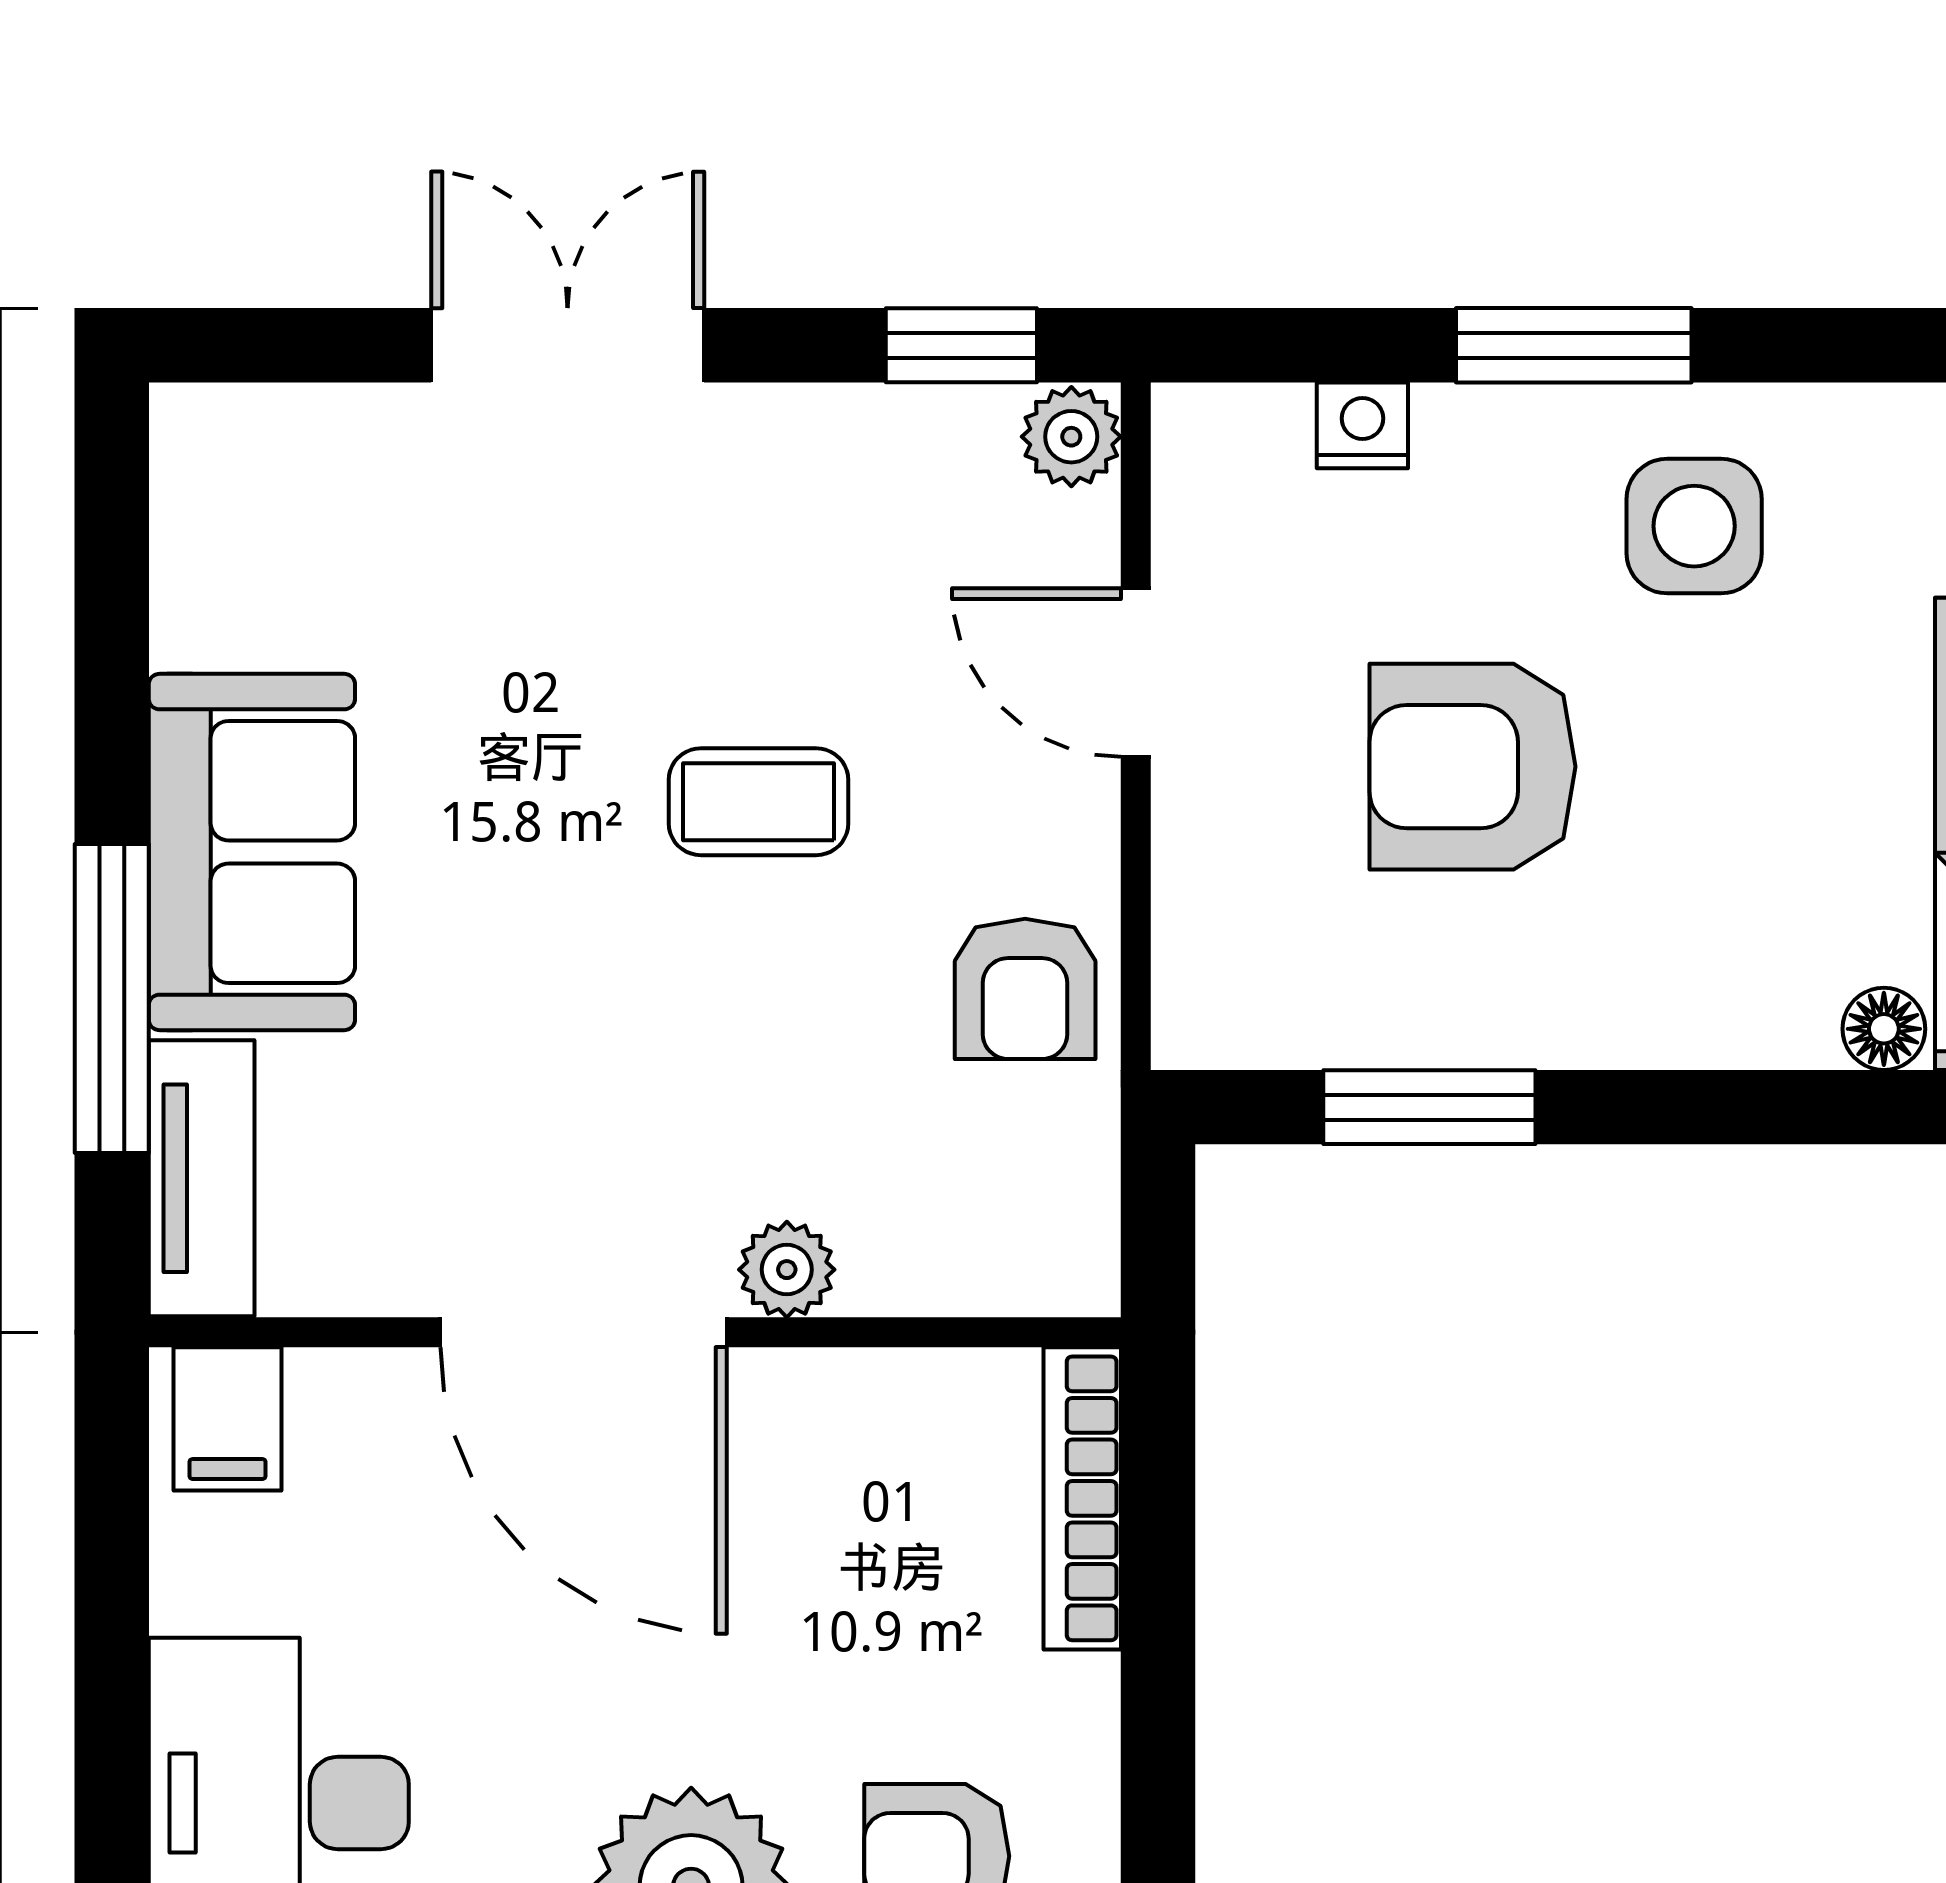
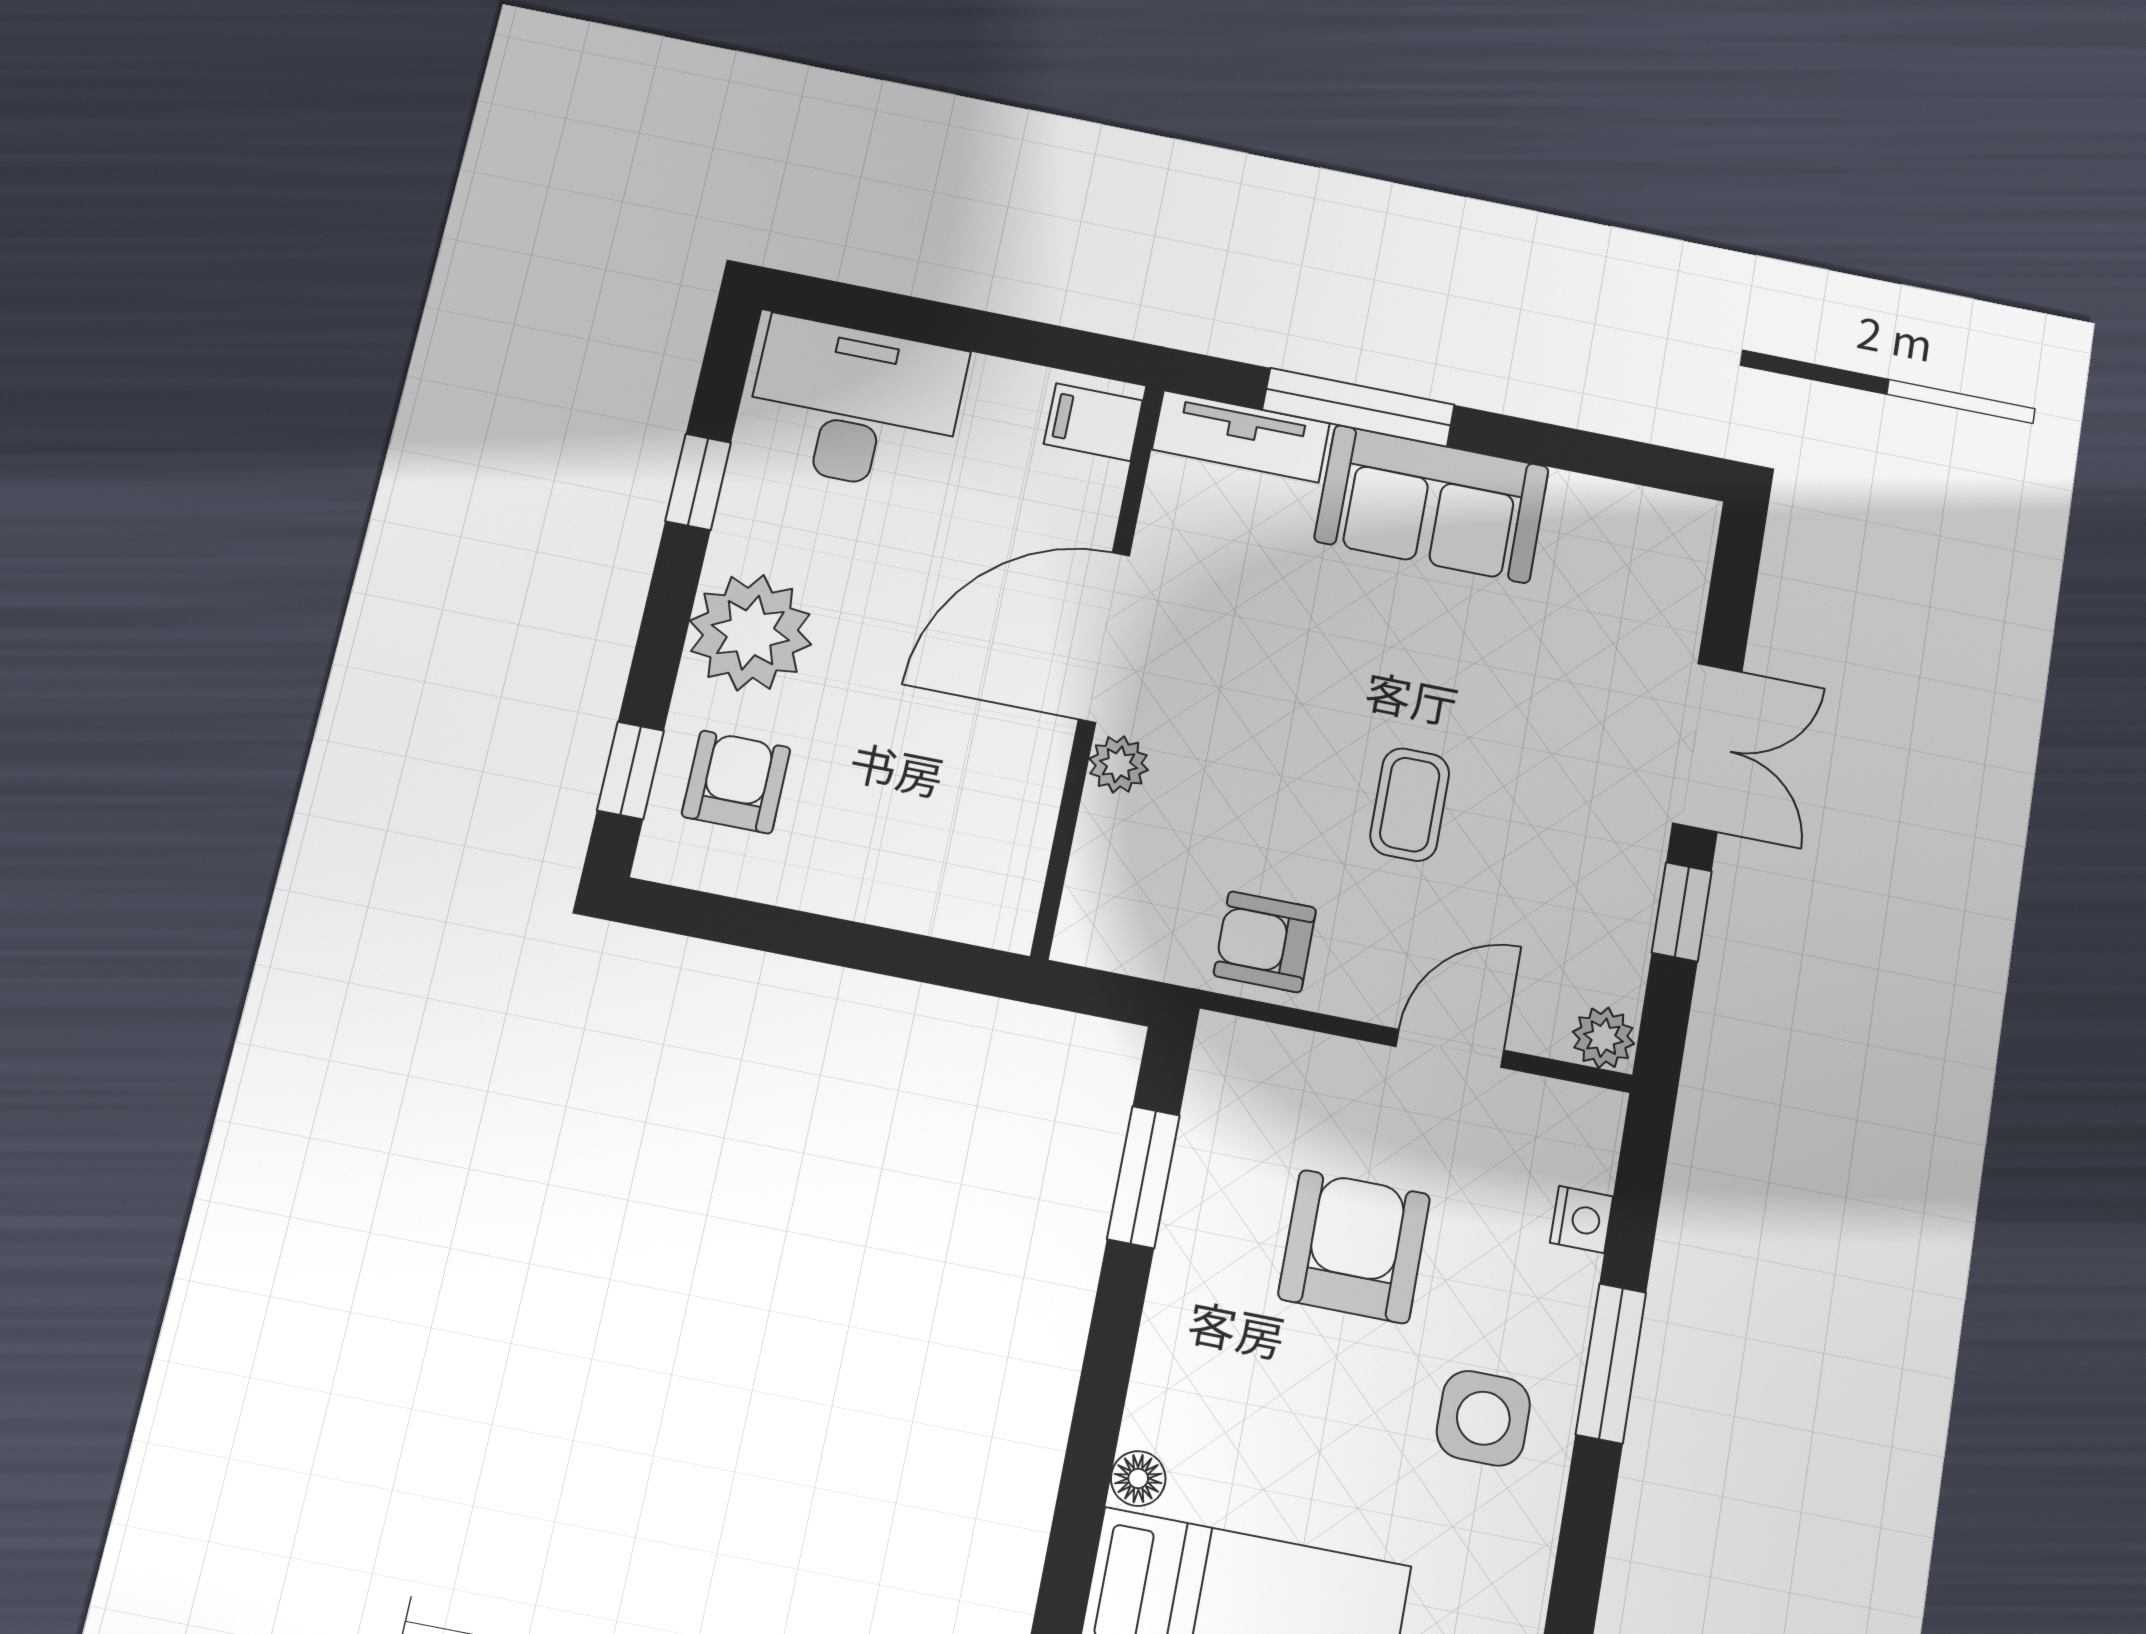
window: (961, 345) -> (1682, 912), moved
bookcase: (1082, 1498) -> (940, 914), removed

